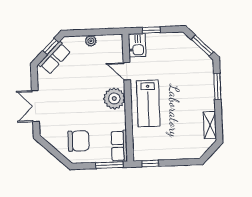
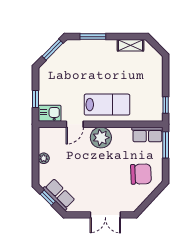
chair: (79, 141) -> (141, 174), turned 88

